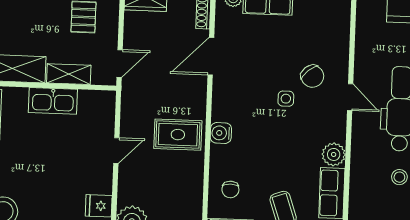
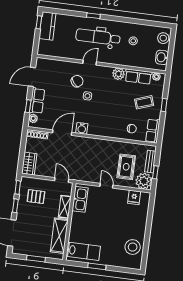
door: (211, 56) -> (62, 133), swing flipped
kitchen sink: (53, 101) -> (80, 199), moved
water cooler: (221, 133) -> (82, 128), moved
rug: (178, 135) -> (126, 167), moved

